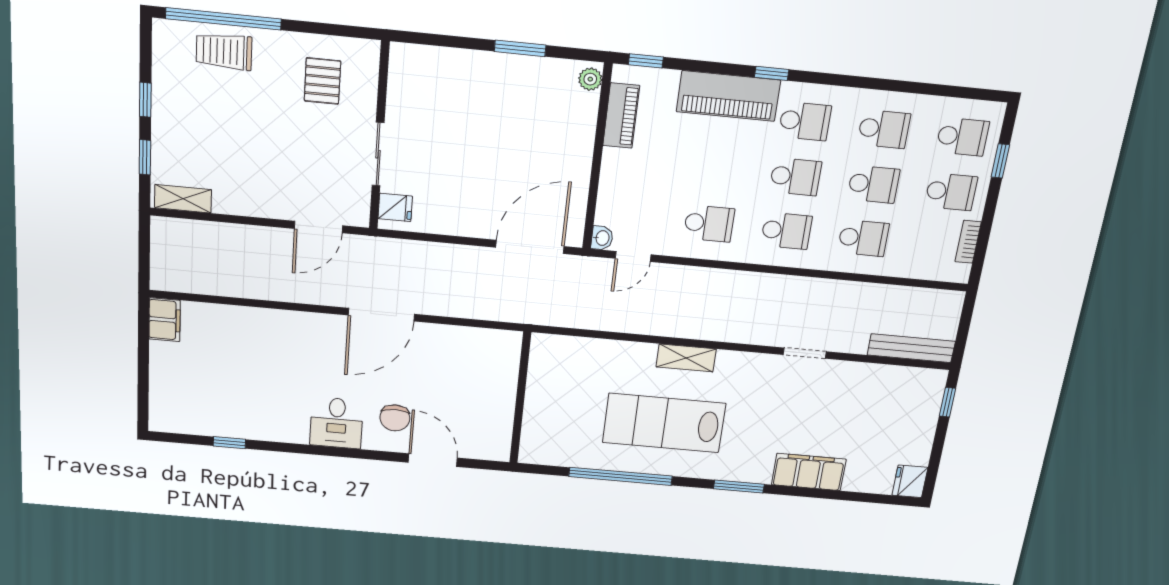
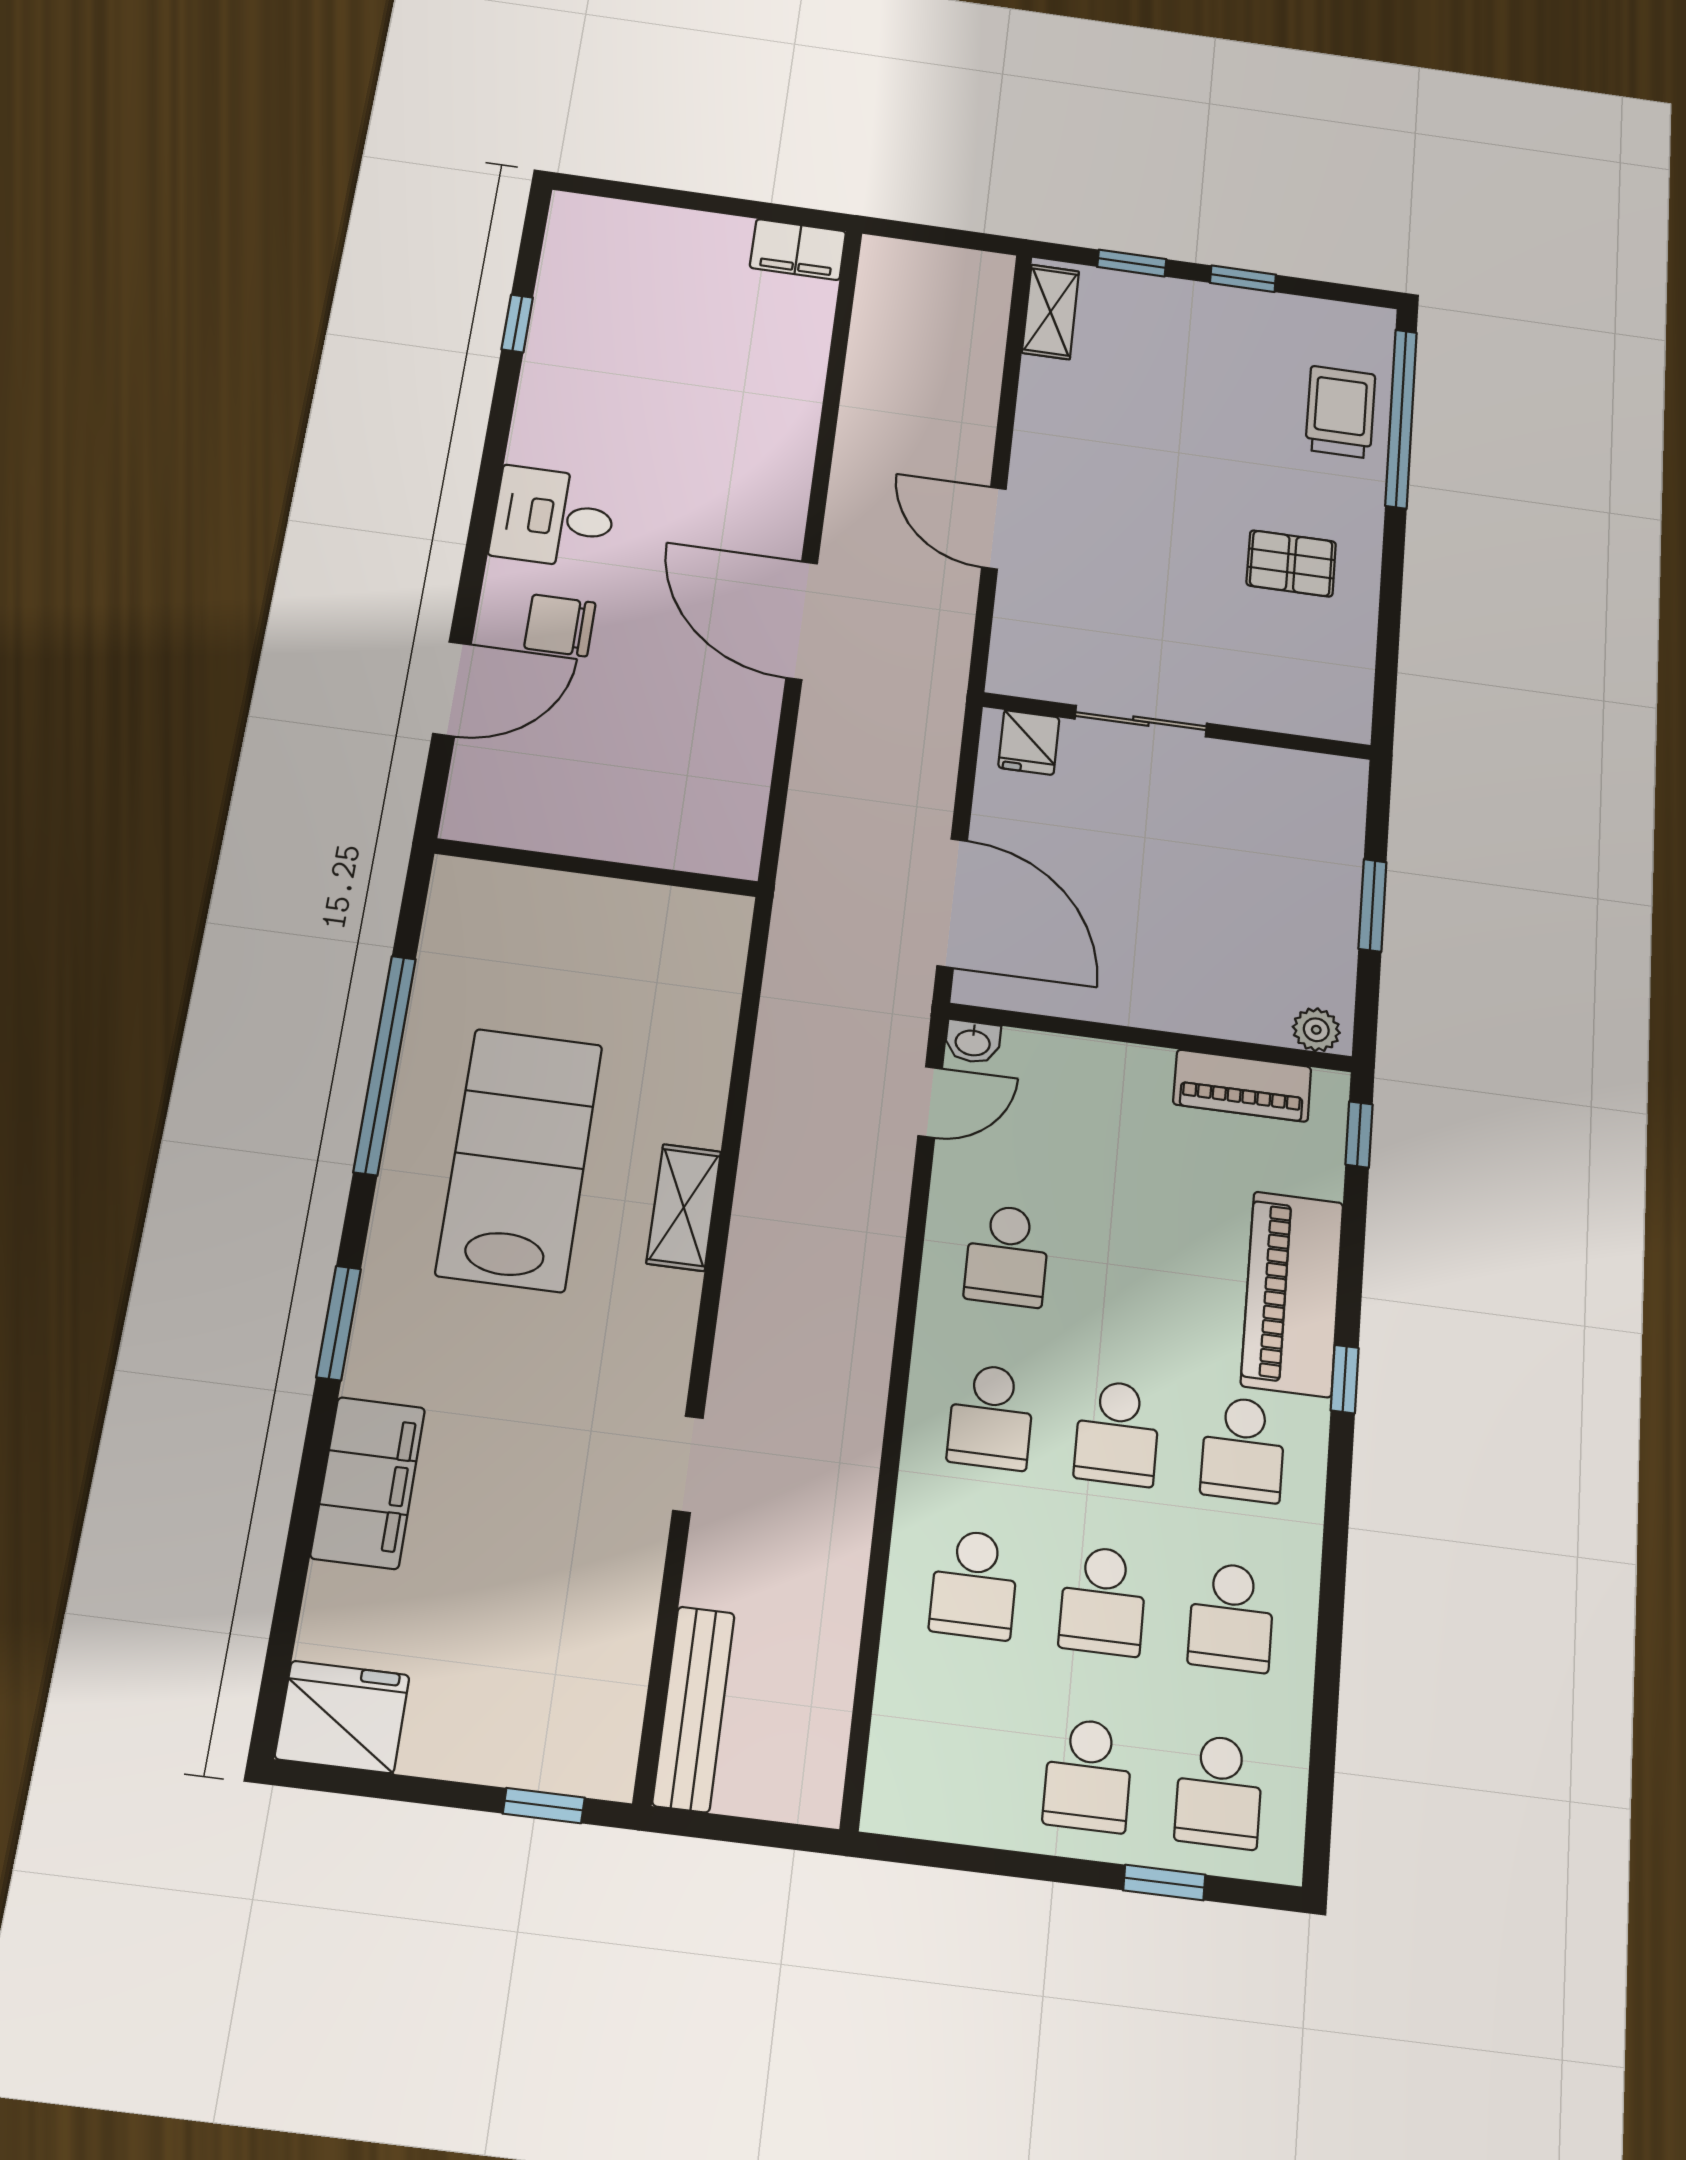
wall: (379, 137) -> (1177, 726), moved
sliding door: (378, 154) -> (1141, 721), moved
fridge: (395, 207) -> (1029, 743), moved
bookcase: (968, 242) -> (966, 1824), removed
door: (633, 257) -> (930, 1102), swing flipped
fridge: (910, 481) -> (342, 1717), width x1.36, depth x1.34

